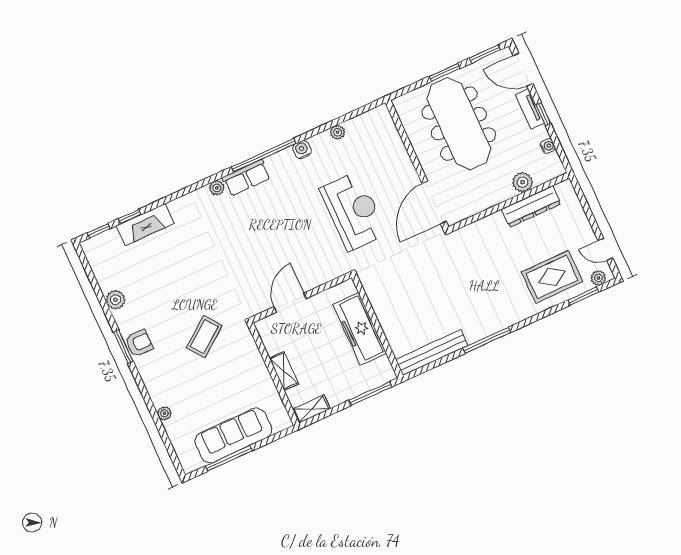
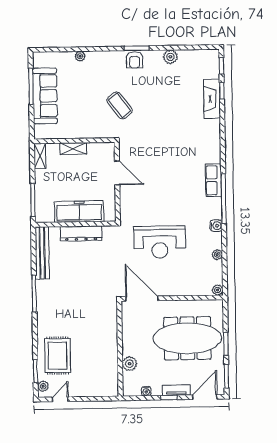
plant: (217, 188) -> (218, 290), moved
dresser: (531, 206) -> (81, 233), moved, turned -90

